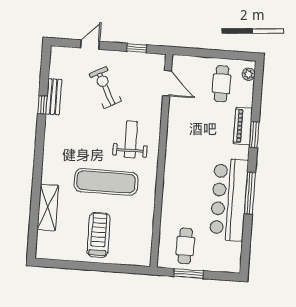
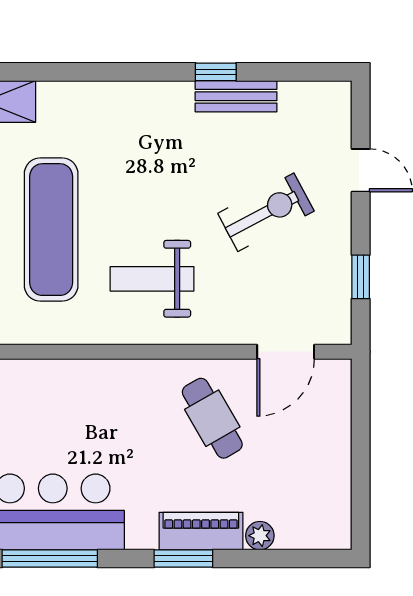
plant: (249, 74) -> (260, 536), moved
cafe table: (222, 84) -> (212, 418), moved, turned 60
weight bench: (131, 139) -> (152, 279), turned 180

